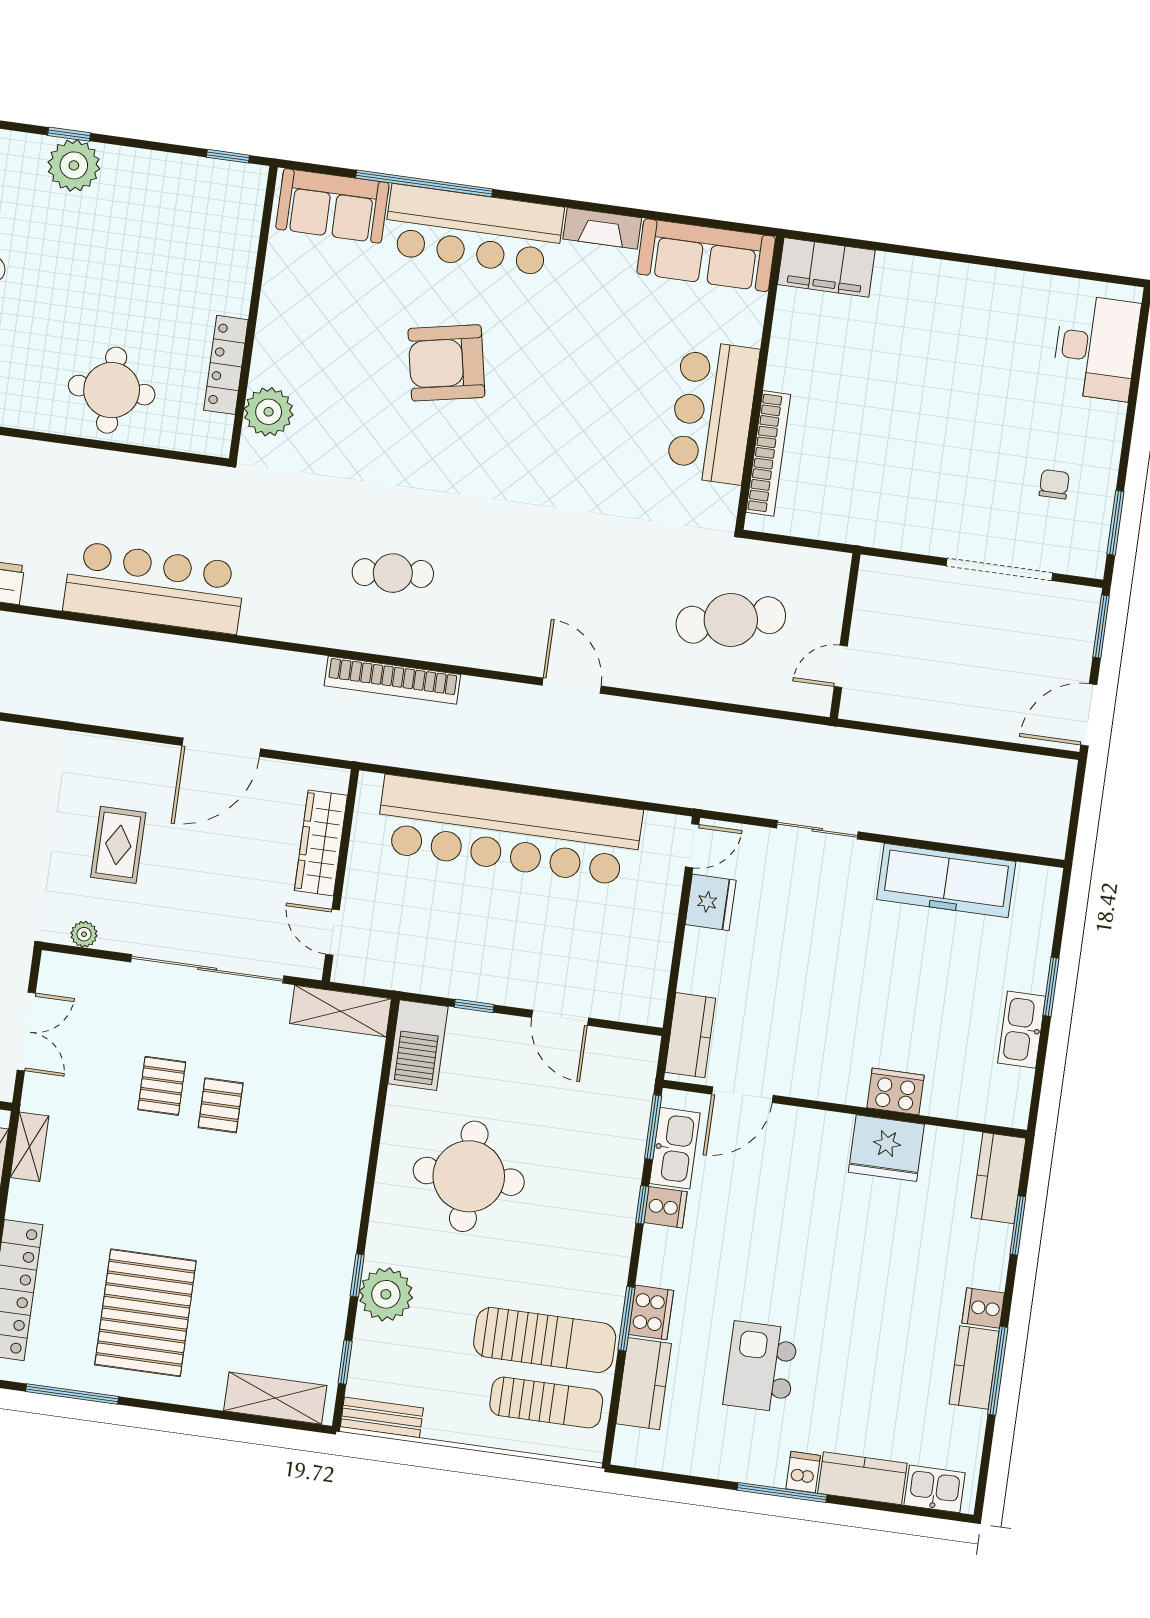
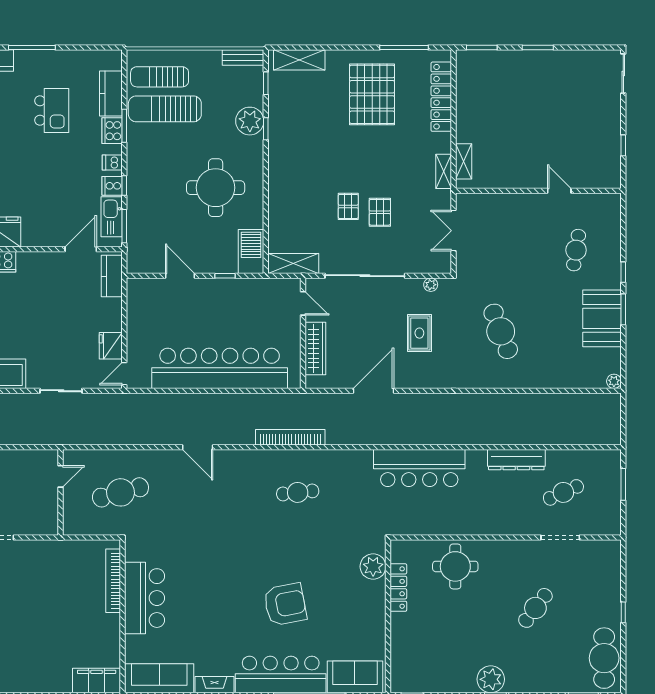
dishwasher: (803, 1472) -> (112, 162), moved, turned 90

